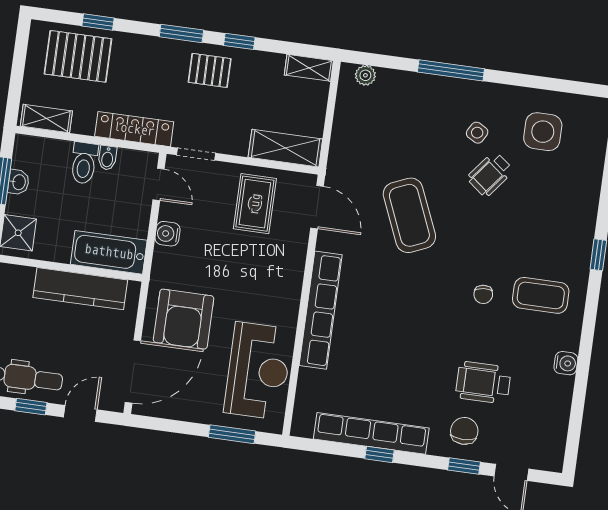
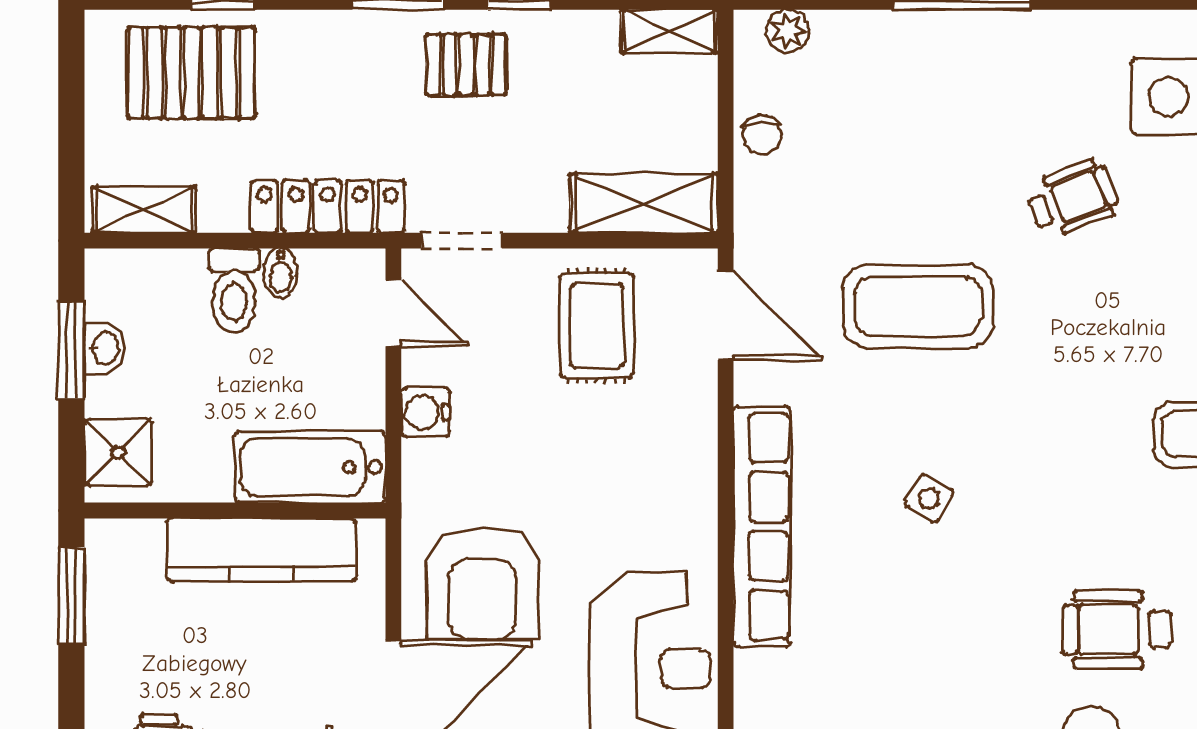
side table: (477, 133) -> (929, 498), moved
wheelchair: (490, 174) -> (1072, 199), turned -149
coffee table: (409, 215) -> (918, 306), turned -67
chair: (483, 294) -> (762, 135), moved

